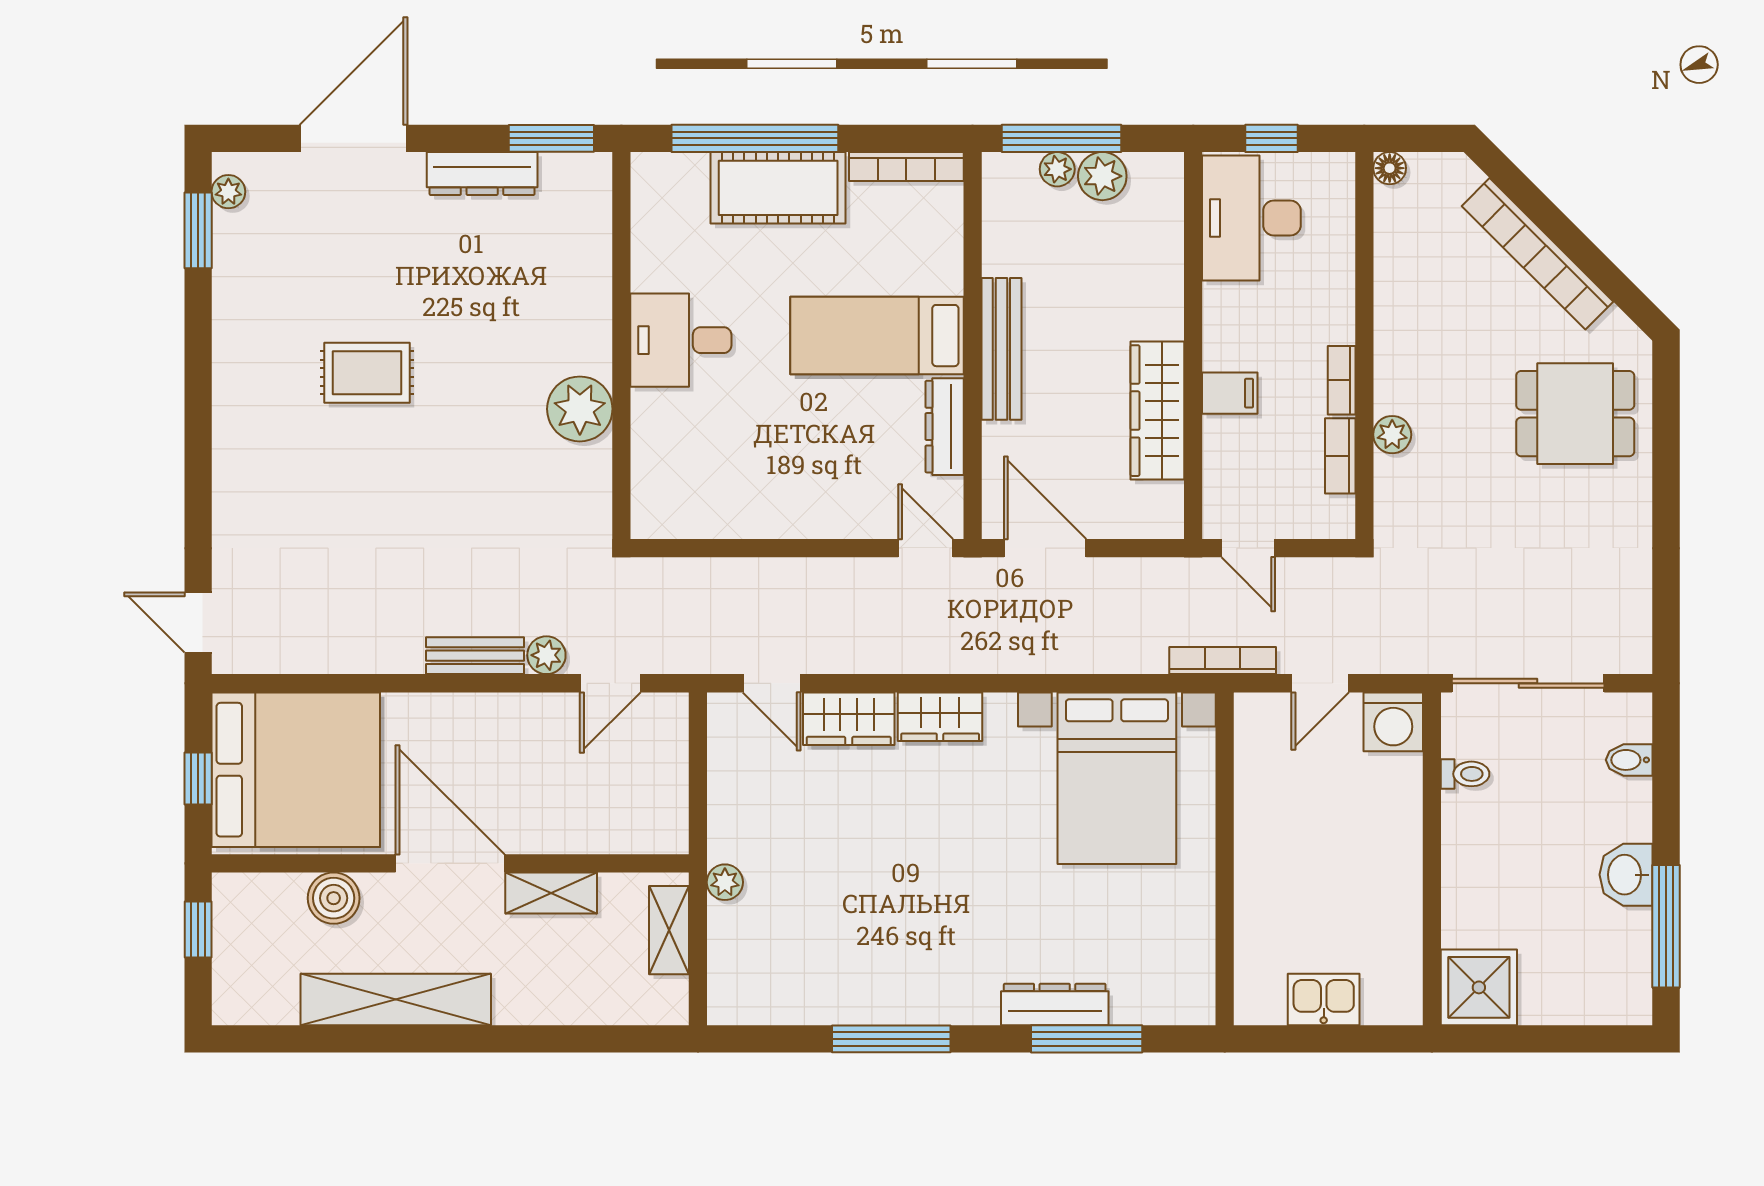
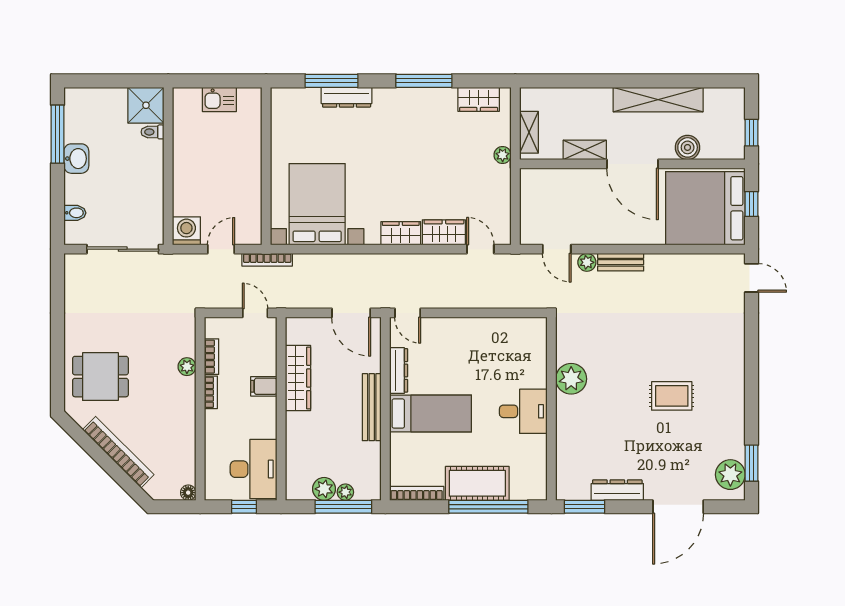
plant: (228, 192) -> (730, 475), width x1.87, depth x1.87
door: (610, 683) -> (557, 249), swing flipped
toilet: (1465, 774) -> (153, 132), moved
wardrobe: (775, 1000) -> (479, 99), added

